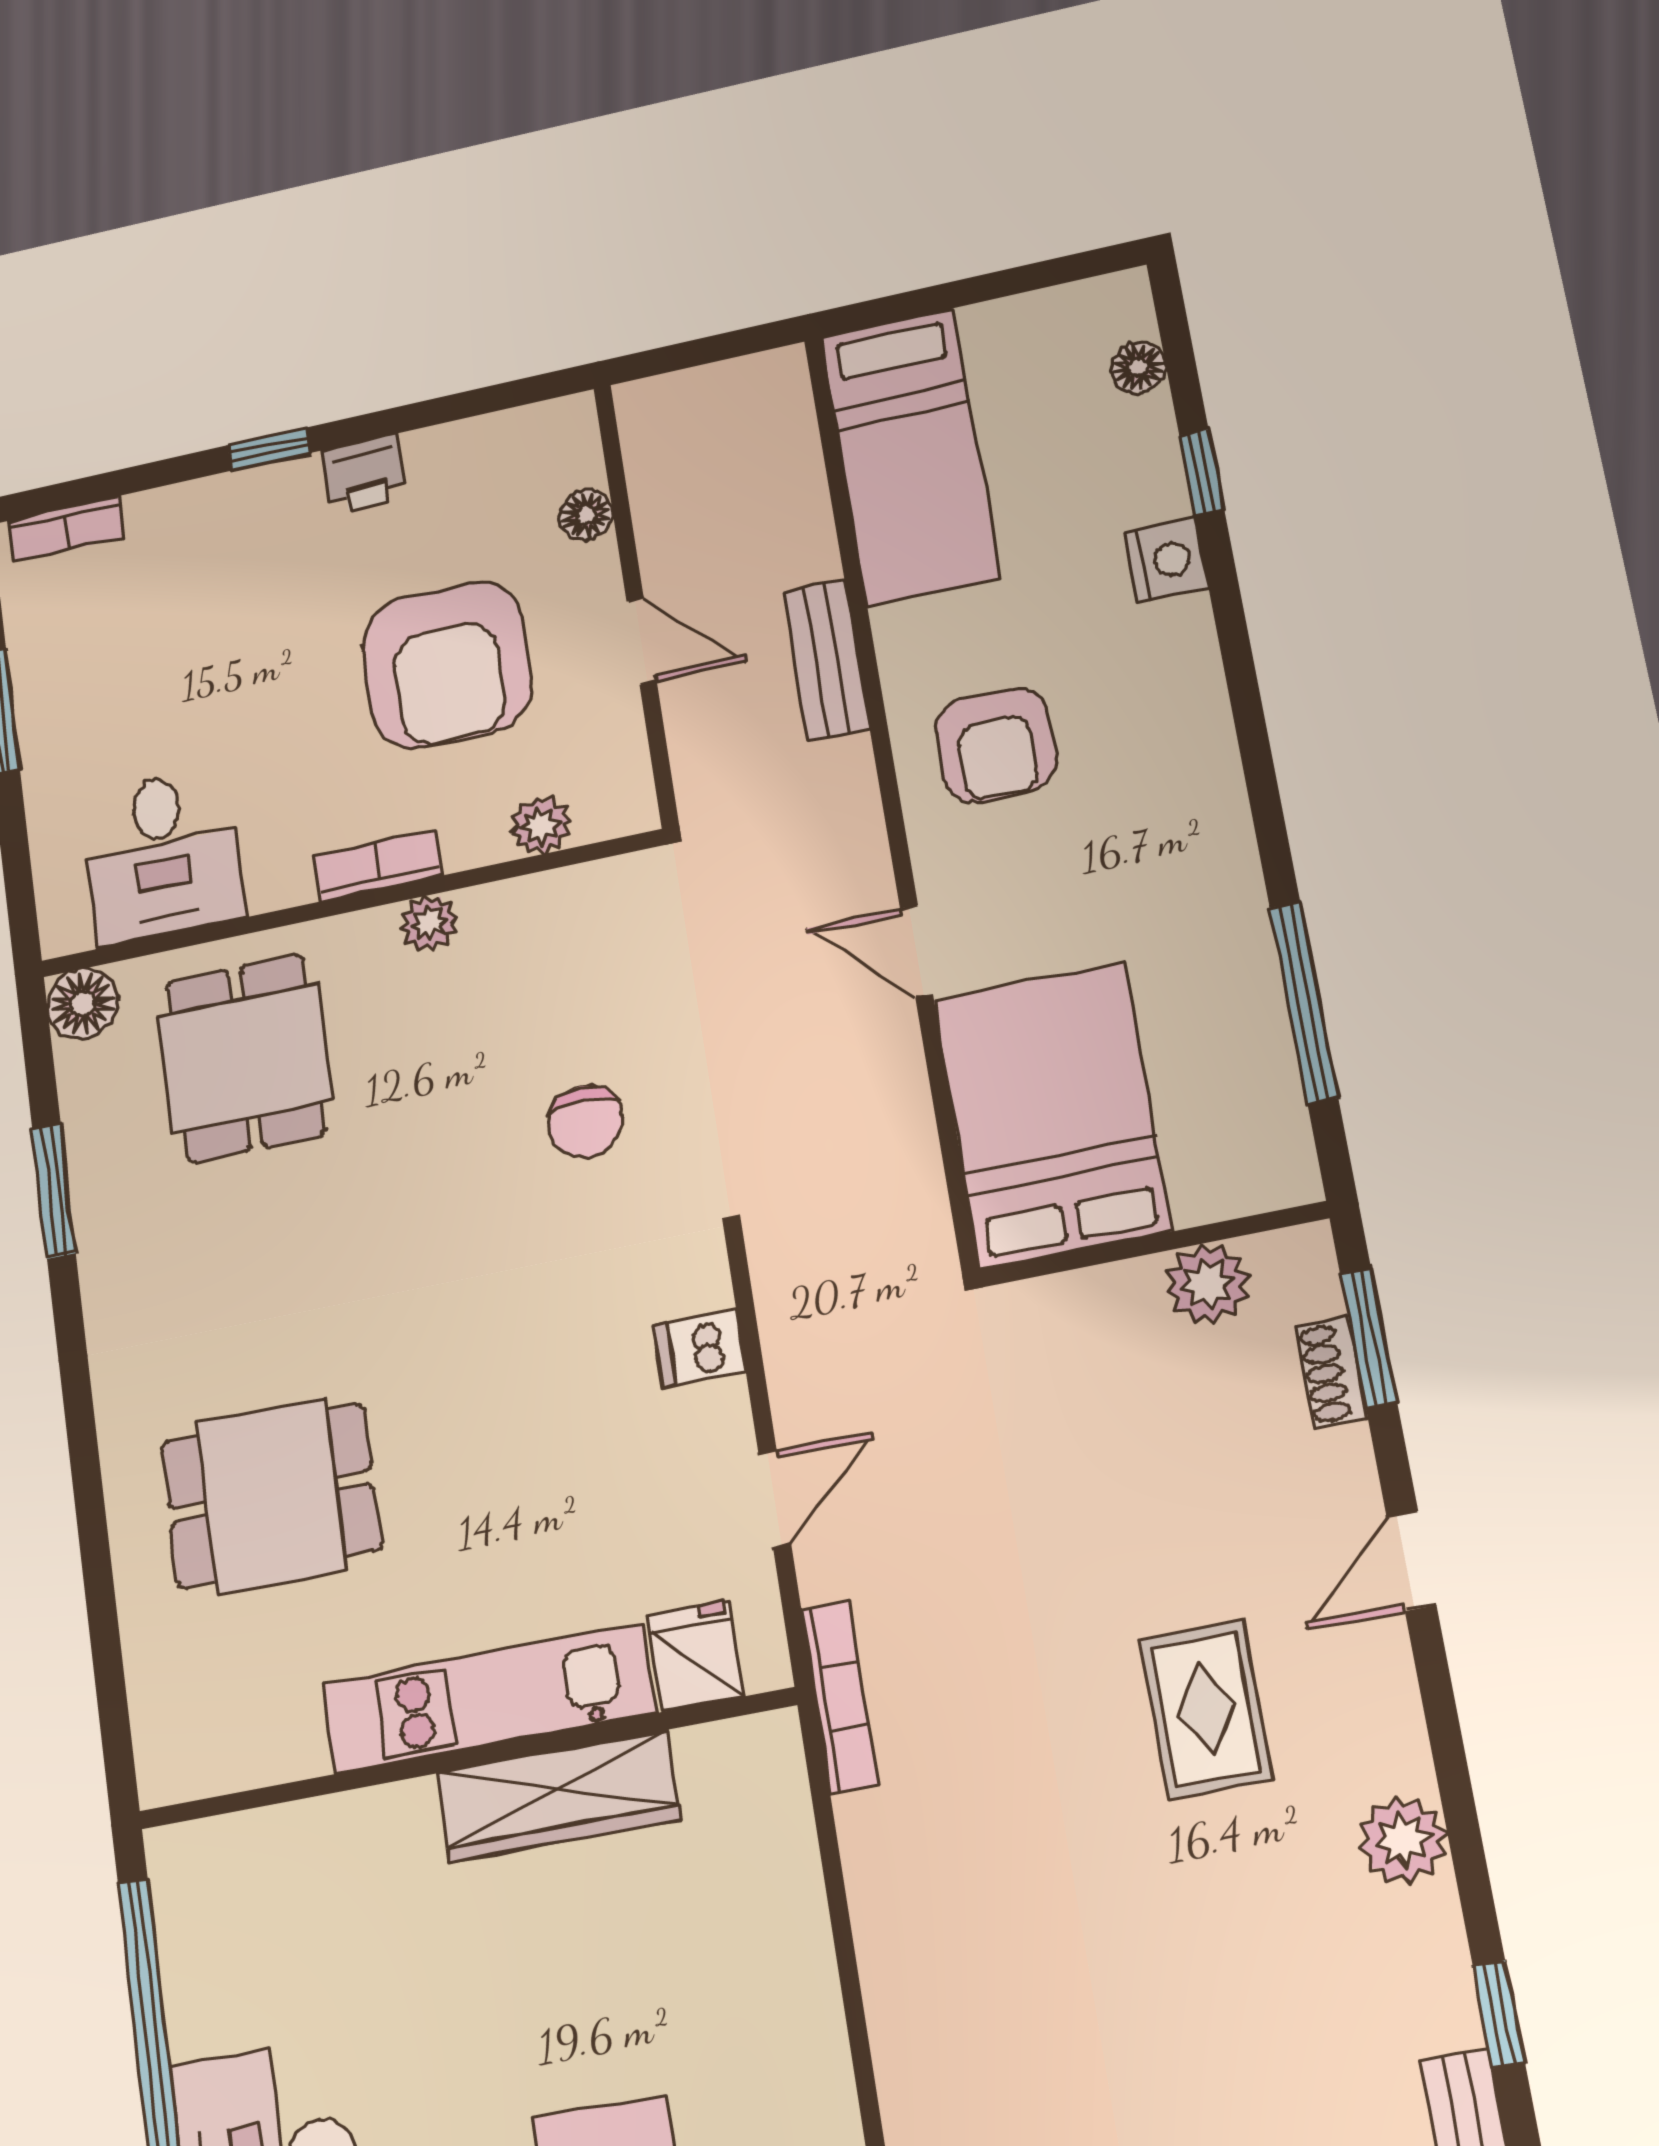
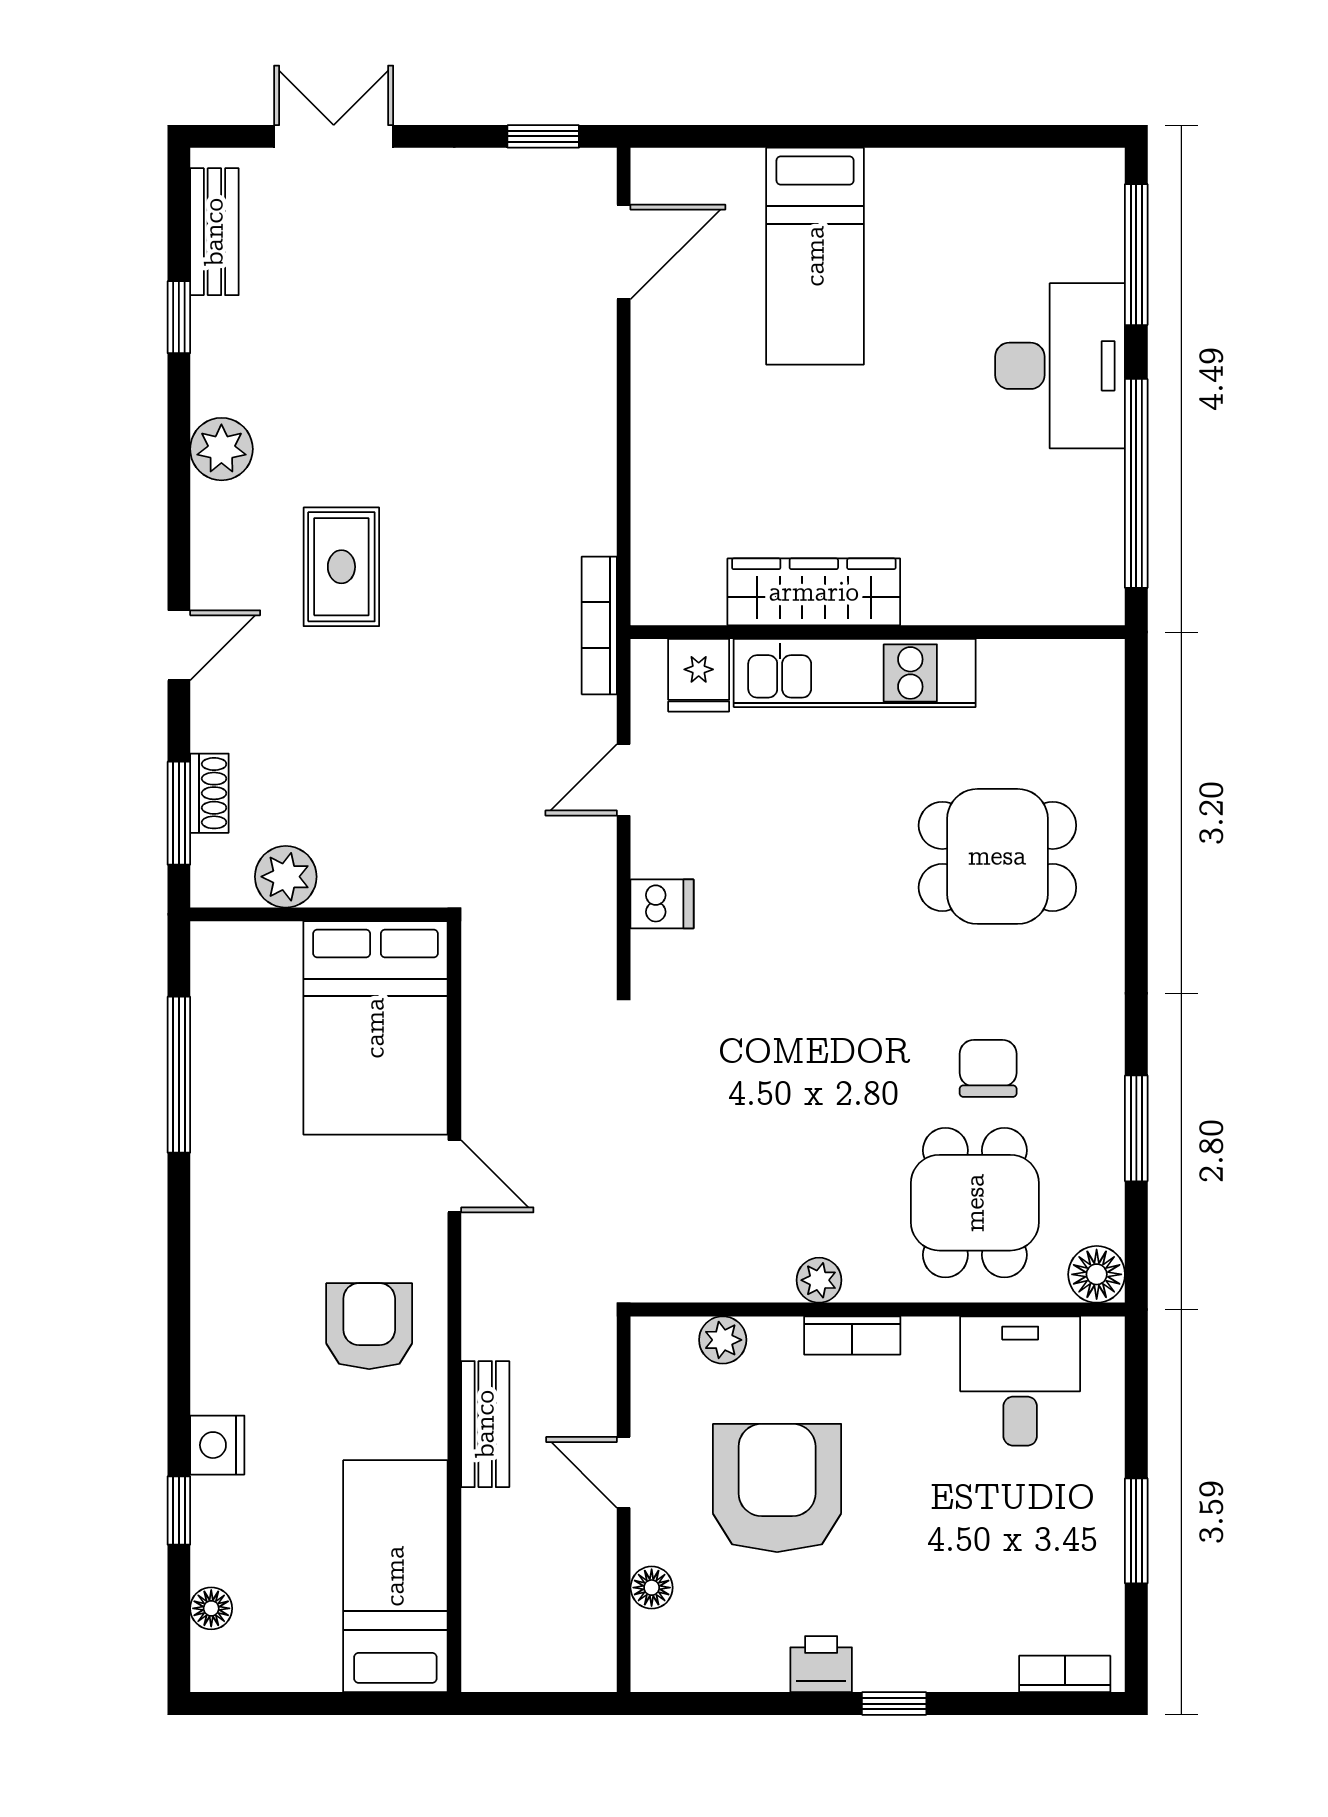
chair: (585, 1121) -> (988, 1068), moved

